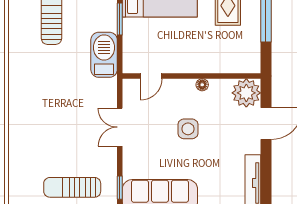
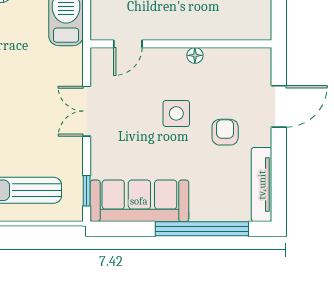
plant: (246, 93) -> (253, 66), removed
armchair: (225, 143) -> (225, 132), added

